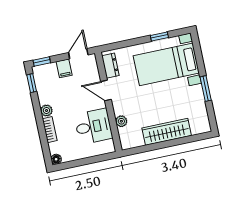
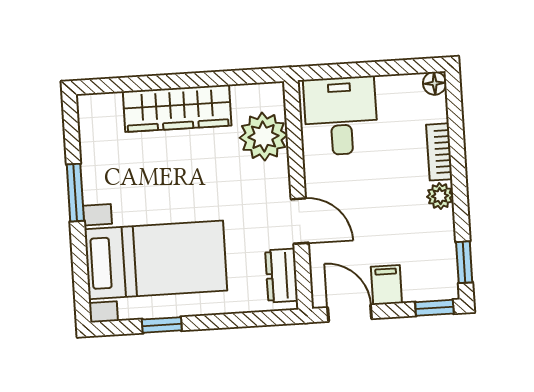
door: (78, 54) -> (350, 313), swing flipped
plant: (121, 121) -> (263, 136), width x1.87, depth x1.87
desk: (93, 126) -> (341, 116), moved, turned 90

